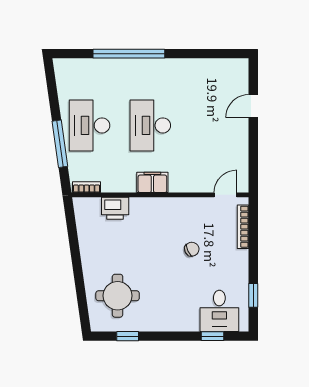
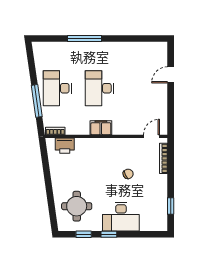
window: (129, 54) -> (84, 38), width x0.68
printer: (115, 208) -> (65, 146), moved
desk: (219, 311) -> (121, 217), moved, width x1.37
window: (212, 336) -> (109, 234), moved

